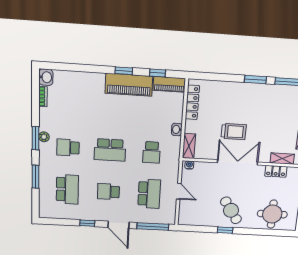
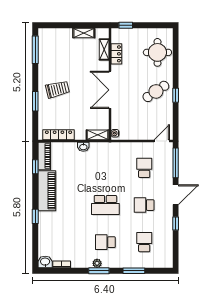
window: (124, 71) -> (35, 216), moved
window: (255, 79) -> (35, 101), moved
trolley: (234, 132) -> (57, 89), moved, turned 76
school desk: (68, 148) -> (105, 242), turned 90
school desk: (110, 150) -> (105, 205), turned 90
school desk: (152, 152) -> (105, 168), removed
school desk: (67, 189) -> (144, 242), width x0.54
door: (179, 191) -> (162, 141), moved
school desk: (108, 192) -> (144, 205), turned 90
school desk: (149, 194) -> (144, 168), width x0.54

